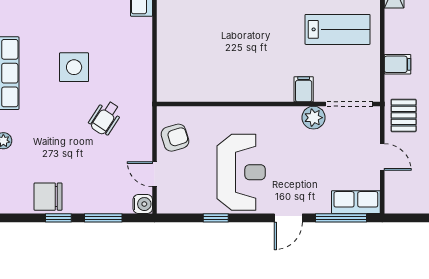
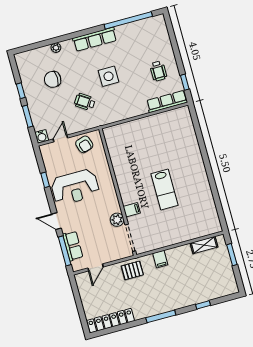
lab bench: (338, 29) -> (164, 189), moved
door: (382, 157) -> (96, 267), moved
chair: (48, 197) -> (53, 79), moved, turned -90
row of seats: (356, 202) -> (73, 246), moved

